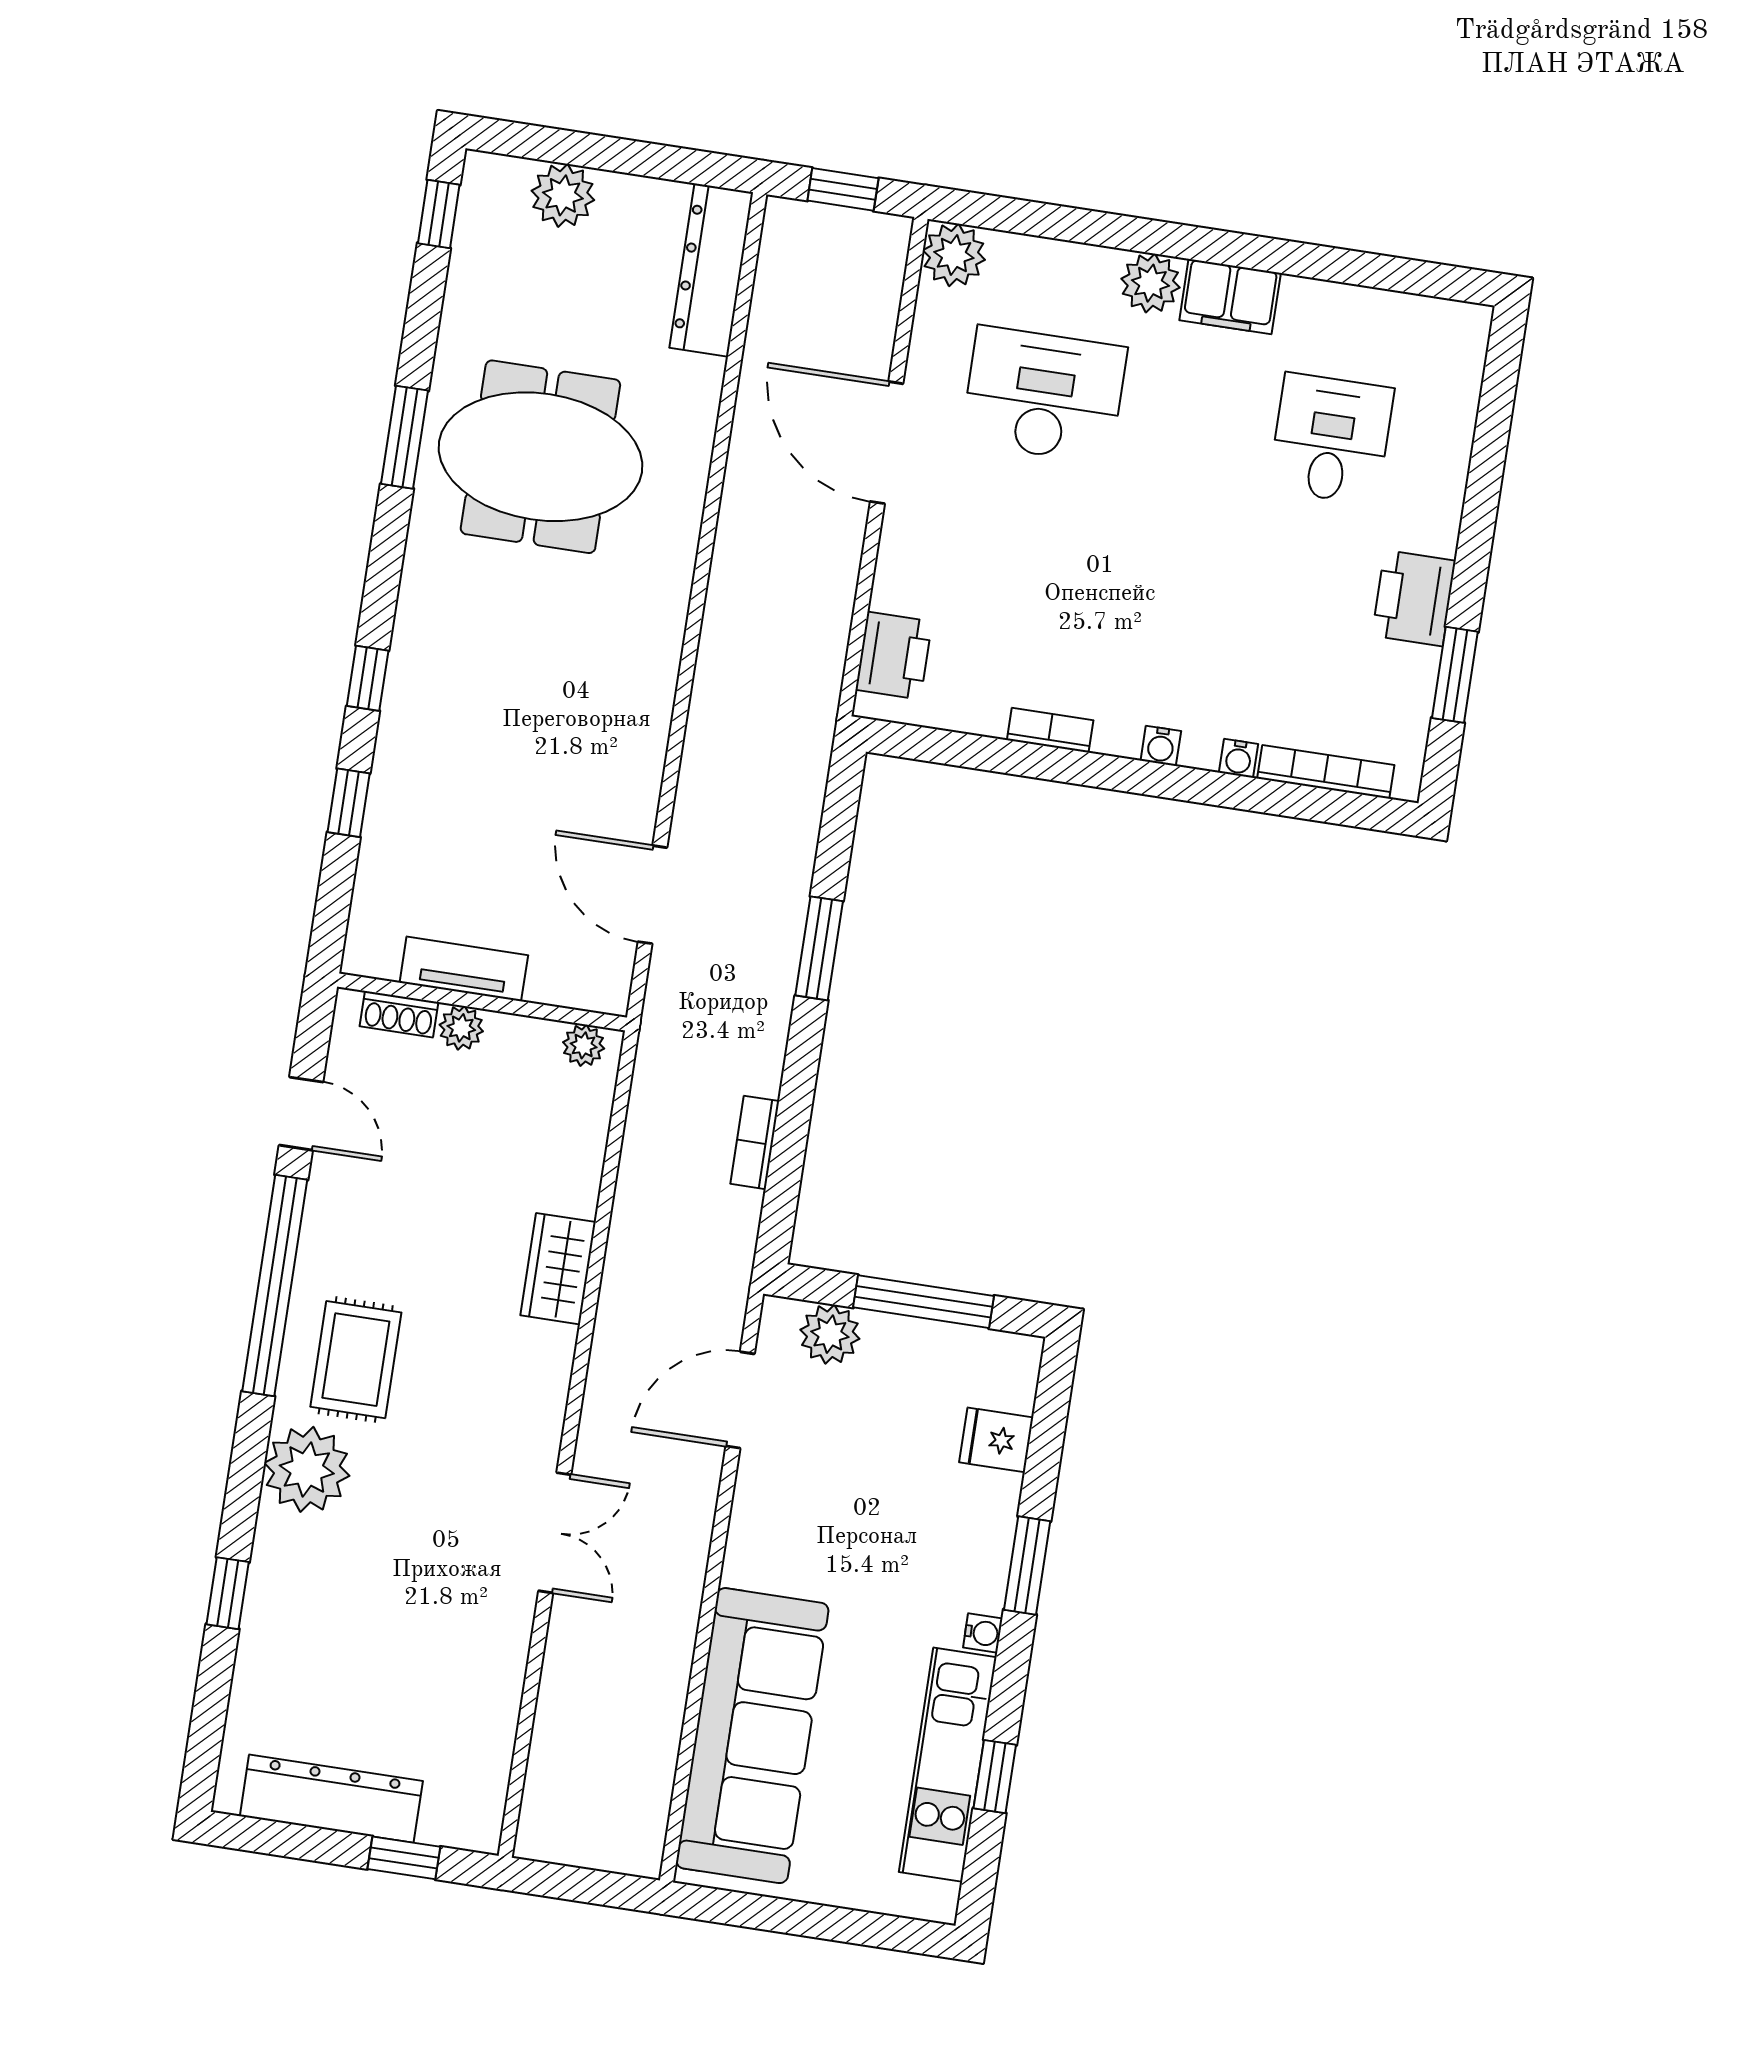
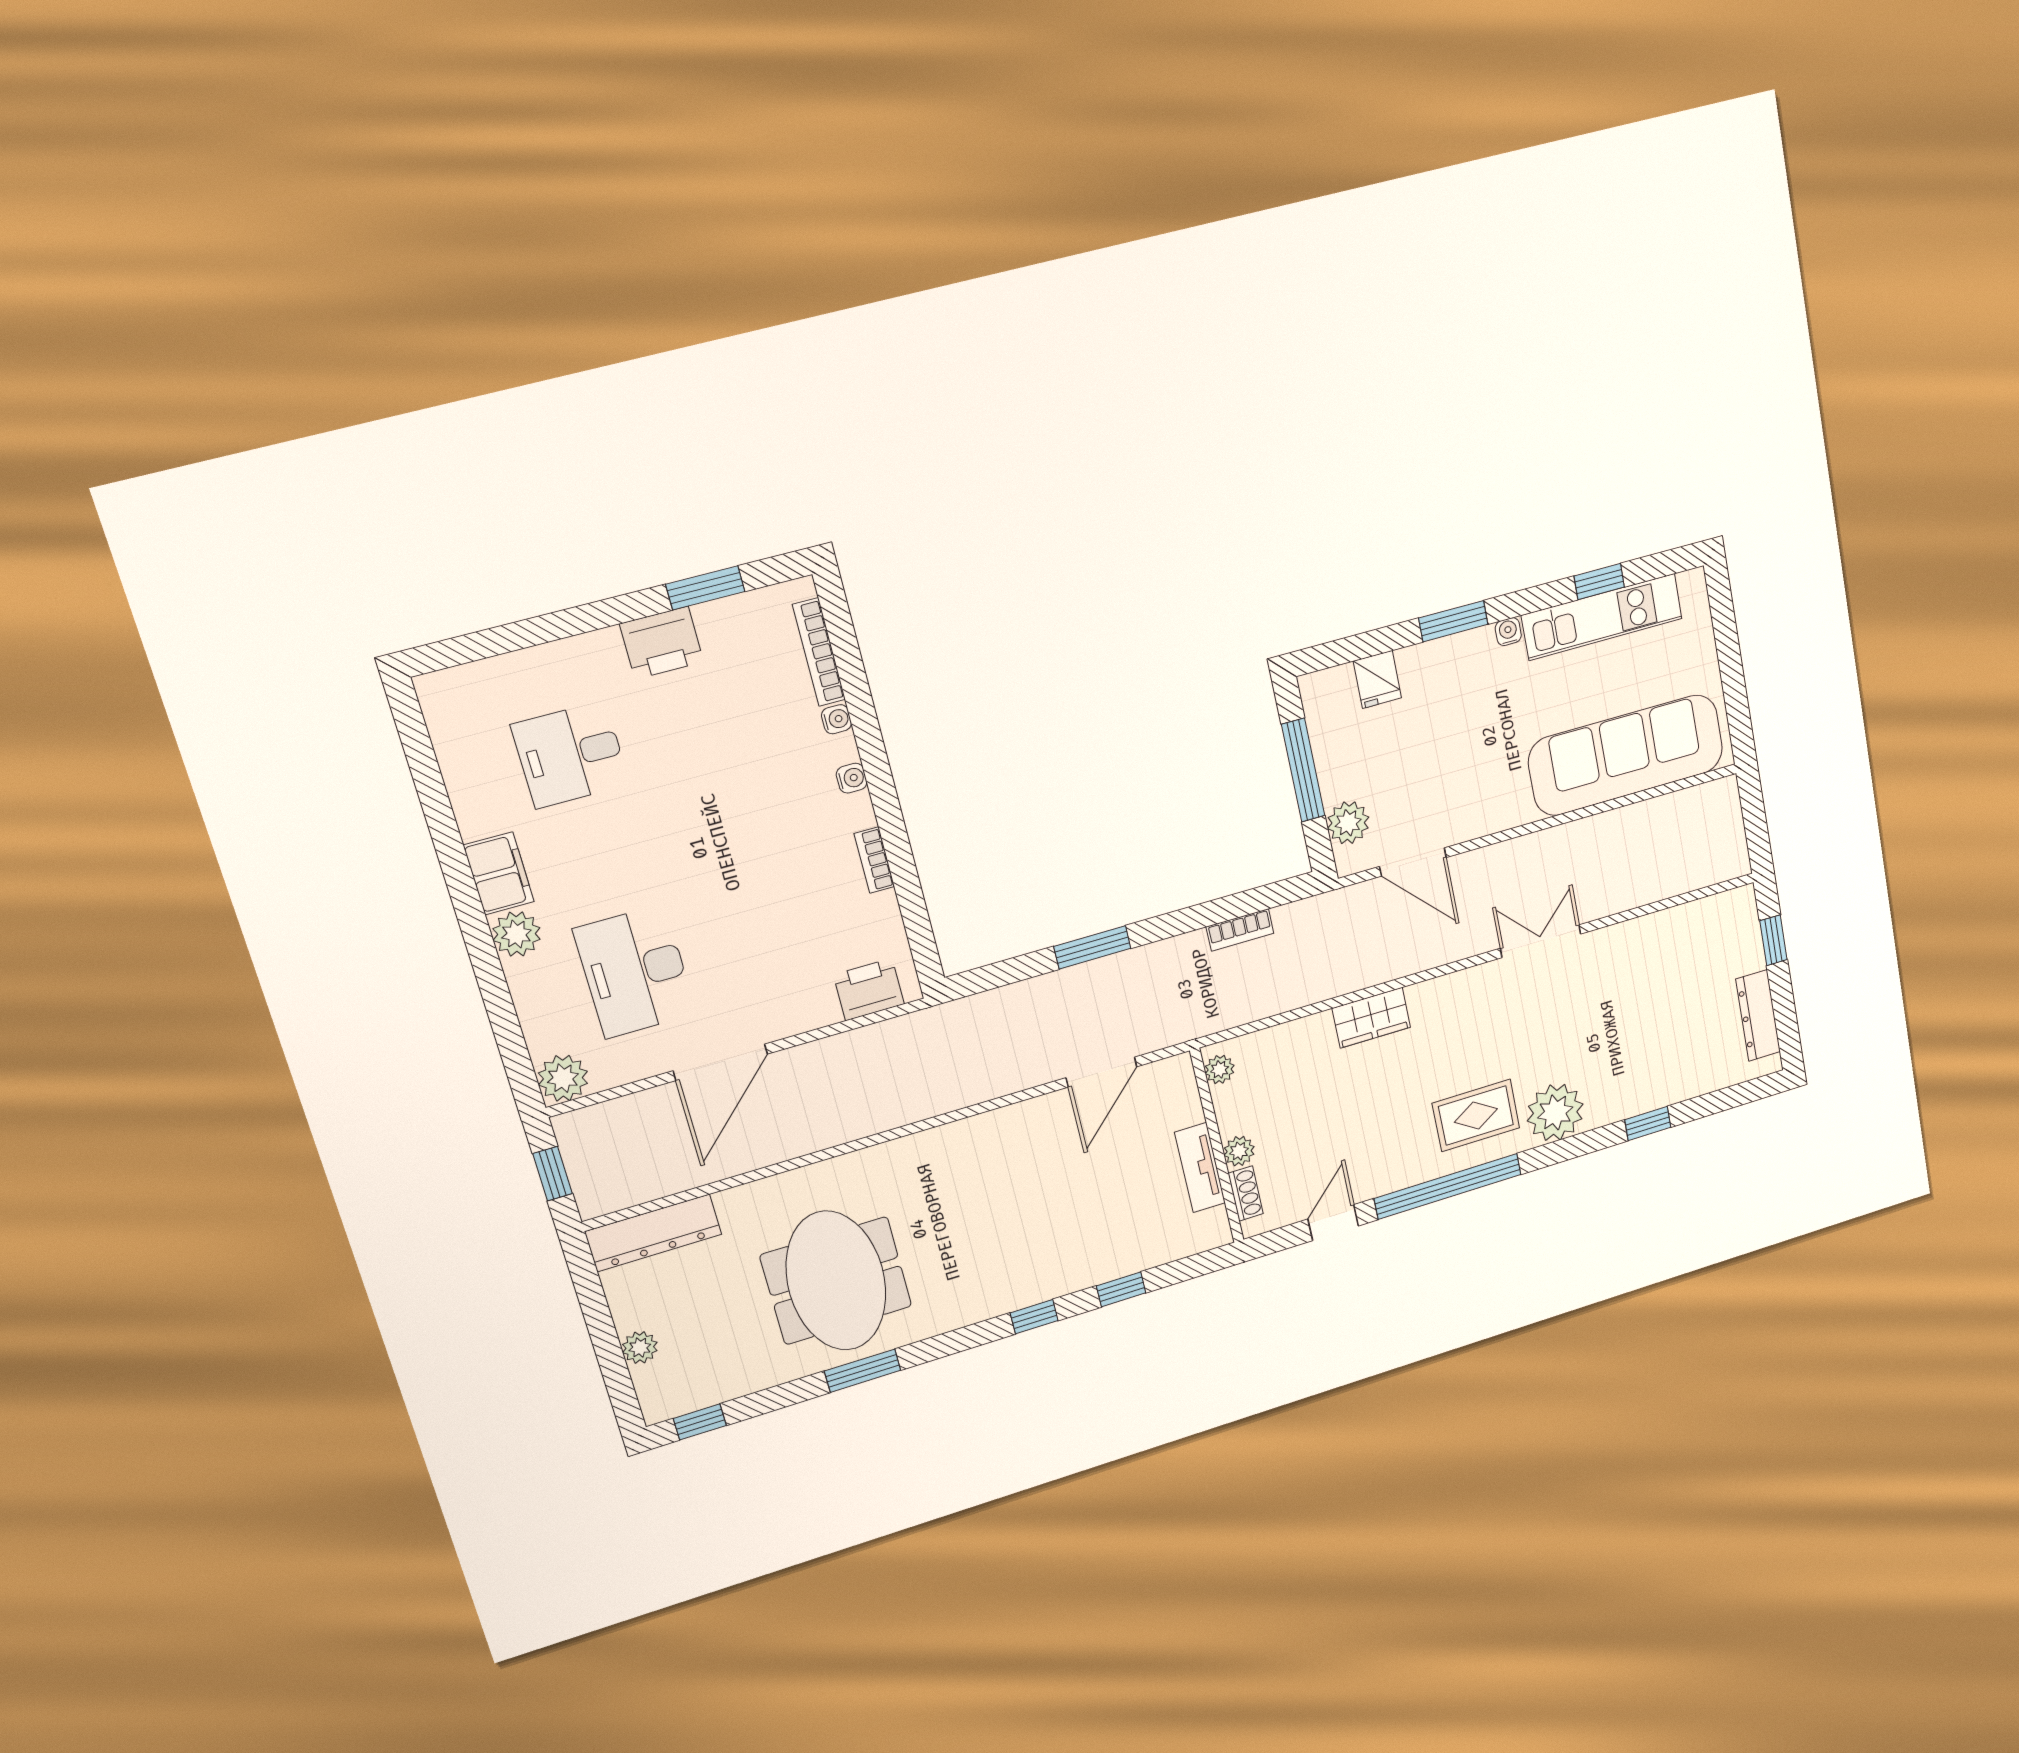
plant: (563, 195) -> (640, 1348), width x0.73, depth x0.73
dresser: (331, 1799) -> (1758, 1015), width x0.73, depth x0.80

